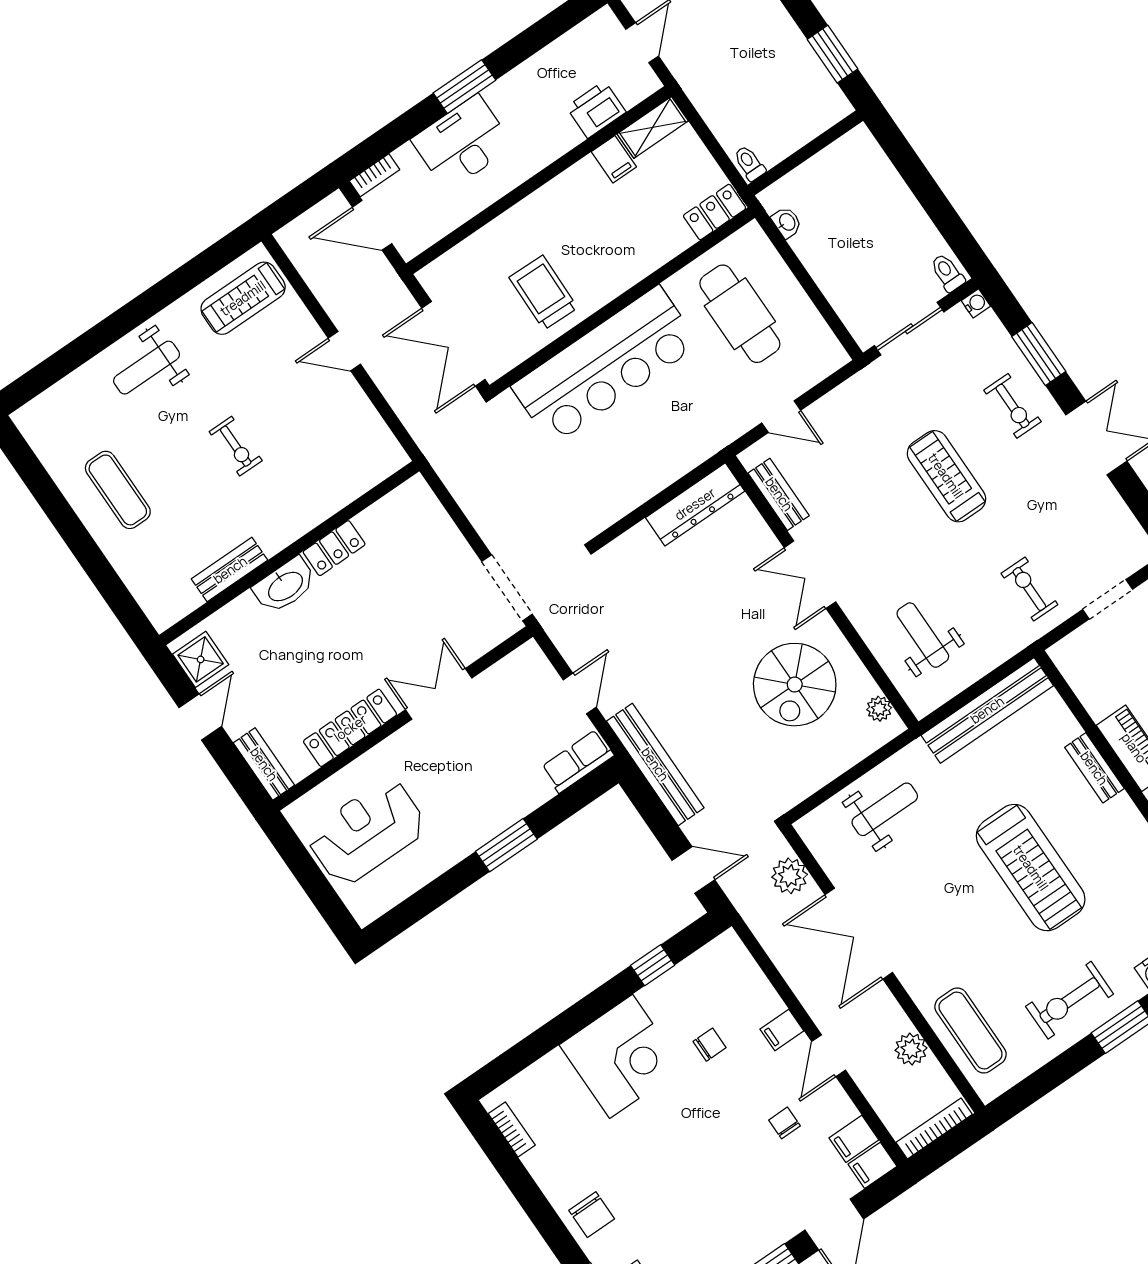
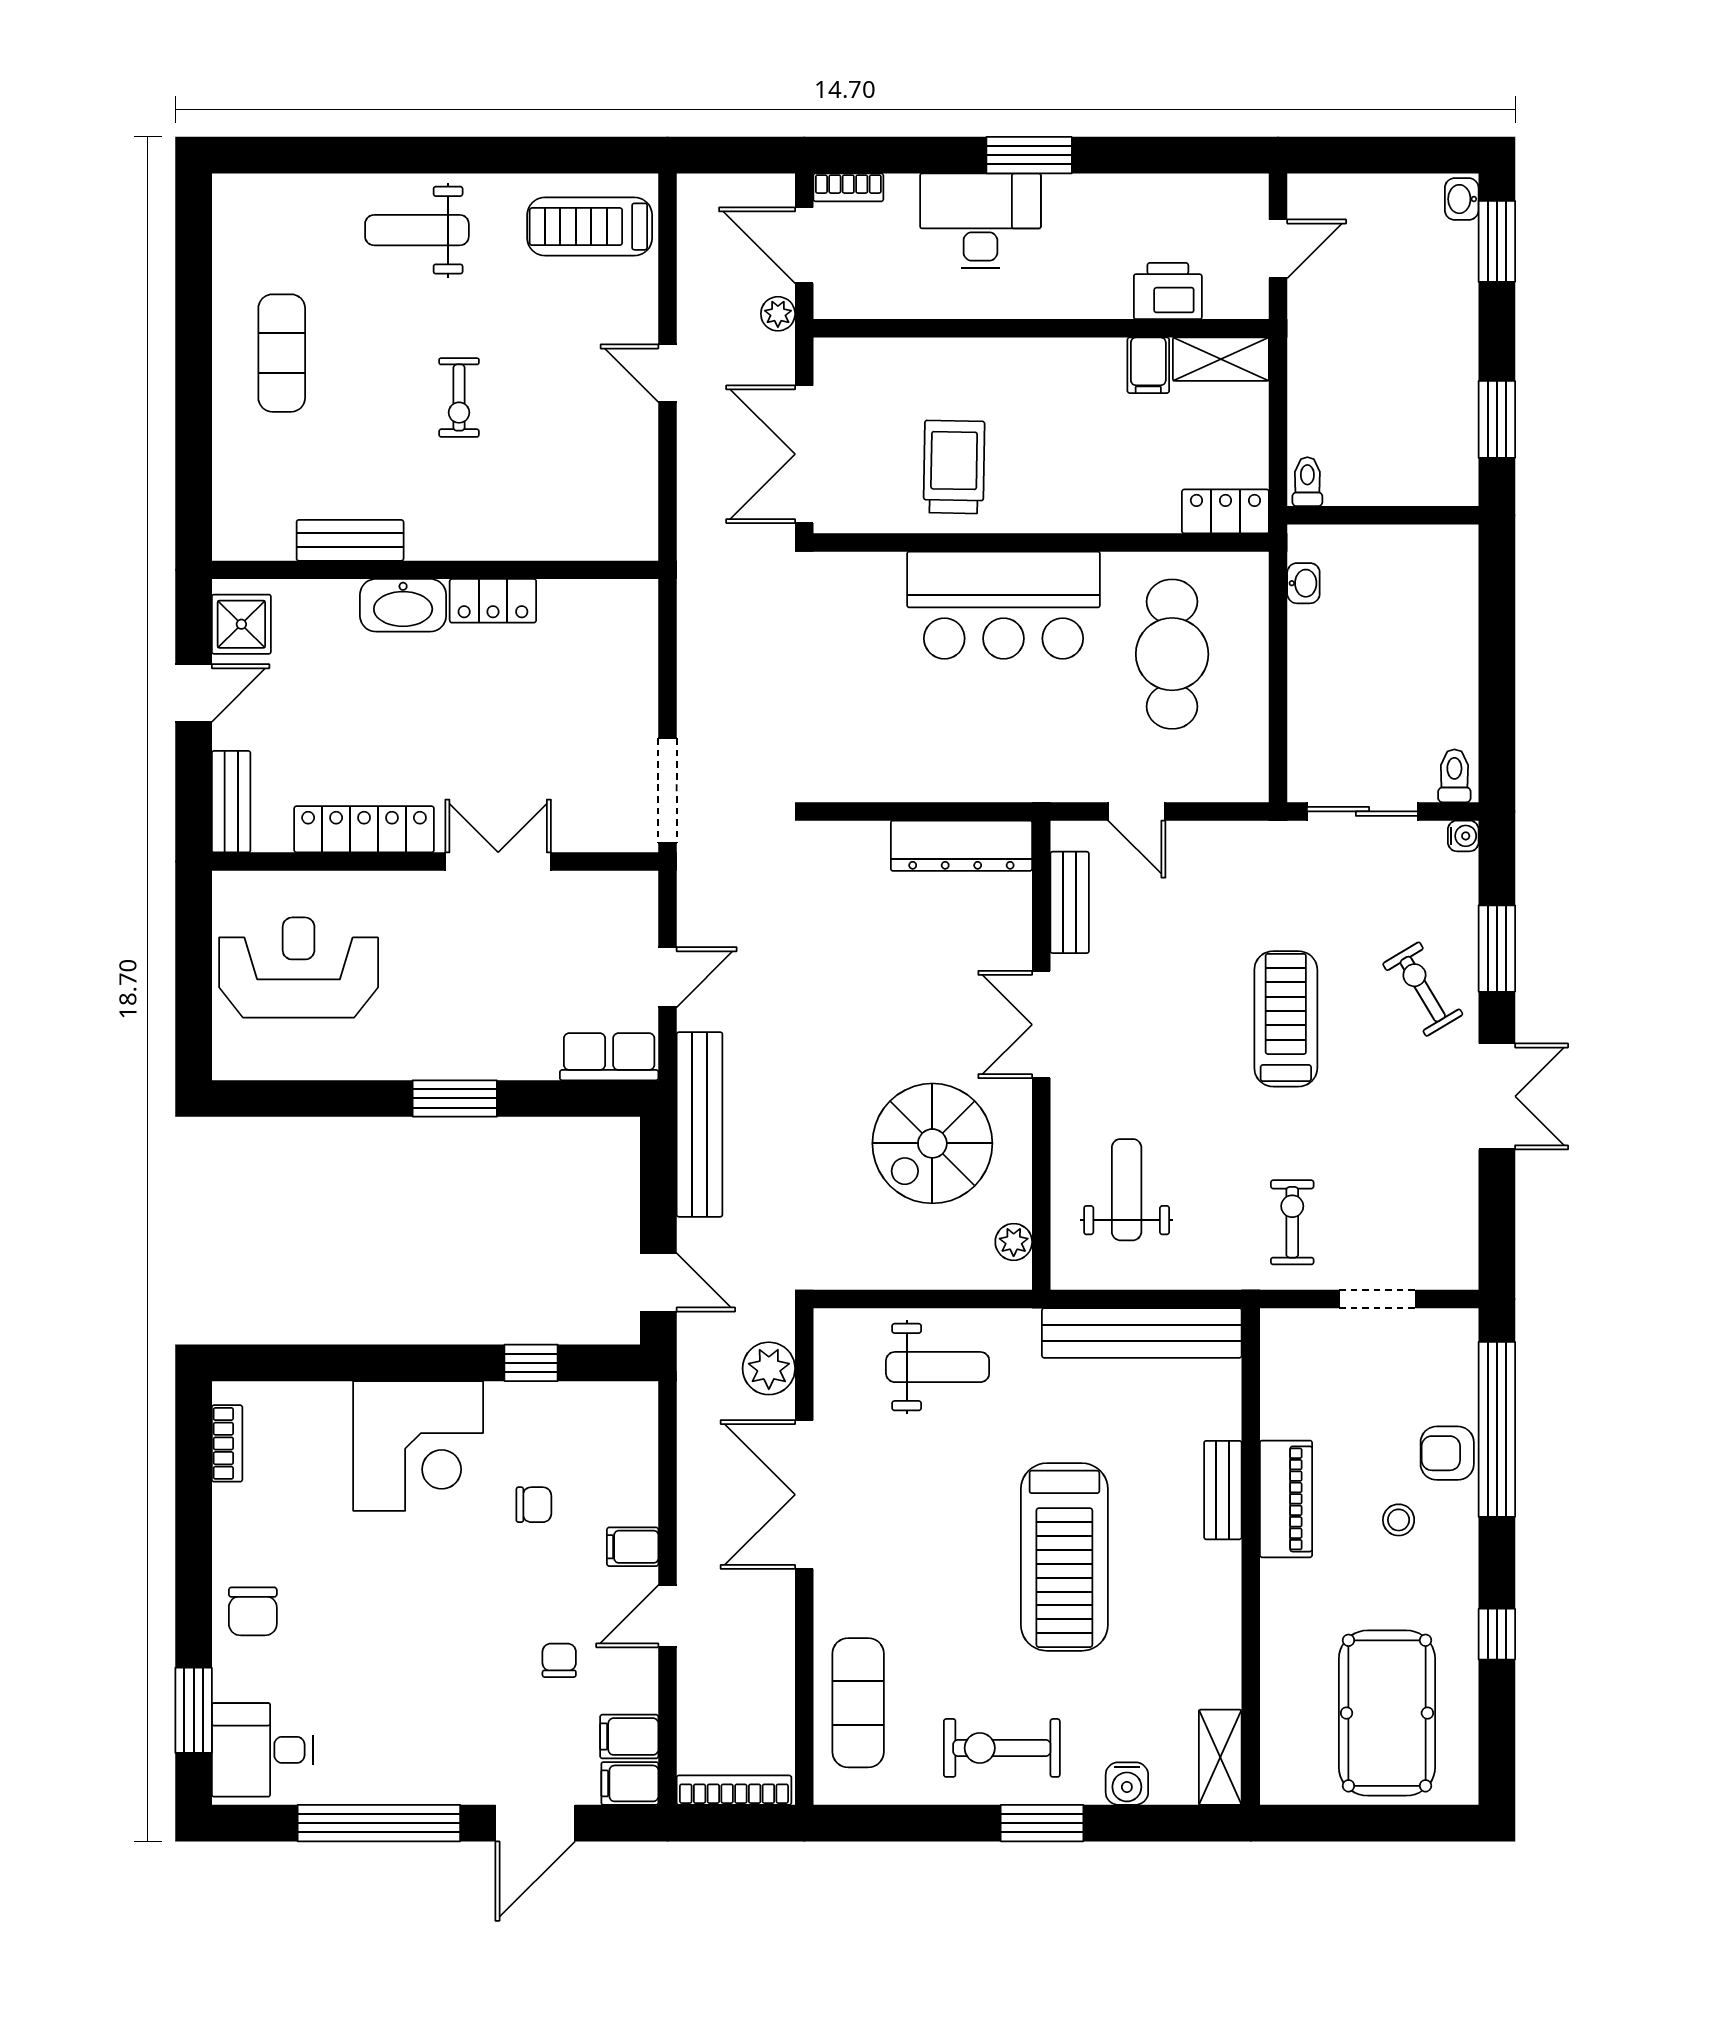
bar counter: (605, 365) -> (1004, 605), width x0.73
exercise bike: (1013, 406) -> (1423, 989), turned 149
plant: (911, 1049) -> (778, 314), moved, width x0.73, depth x0.73

